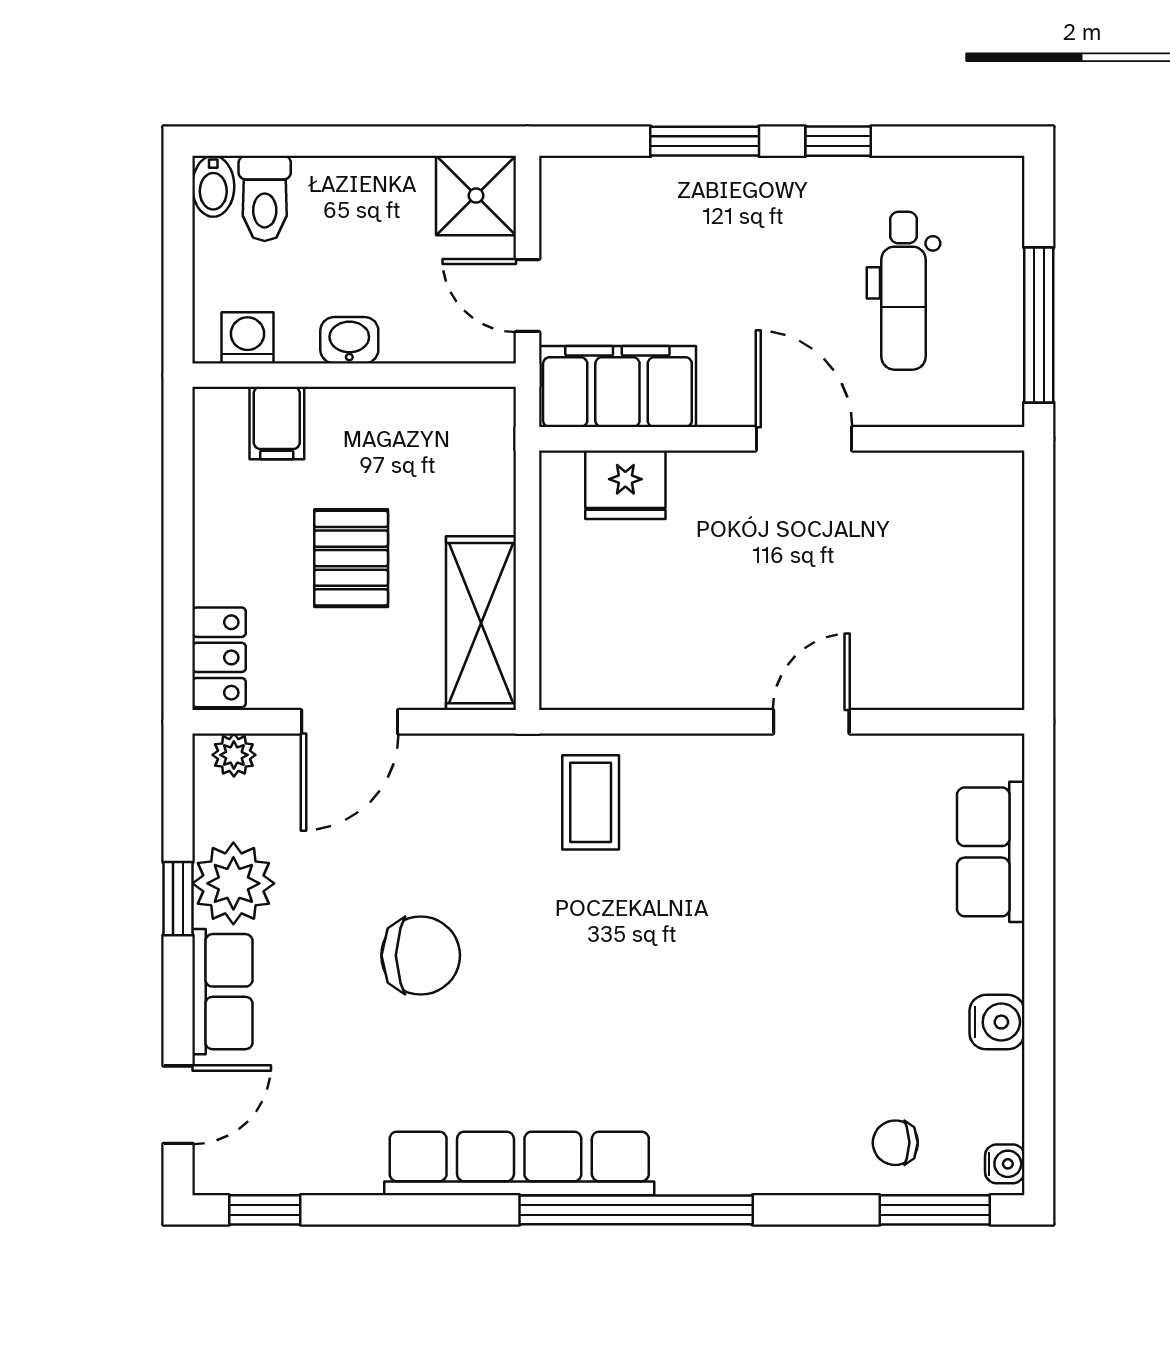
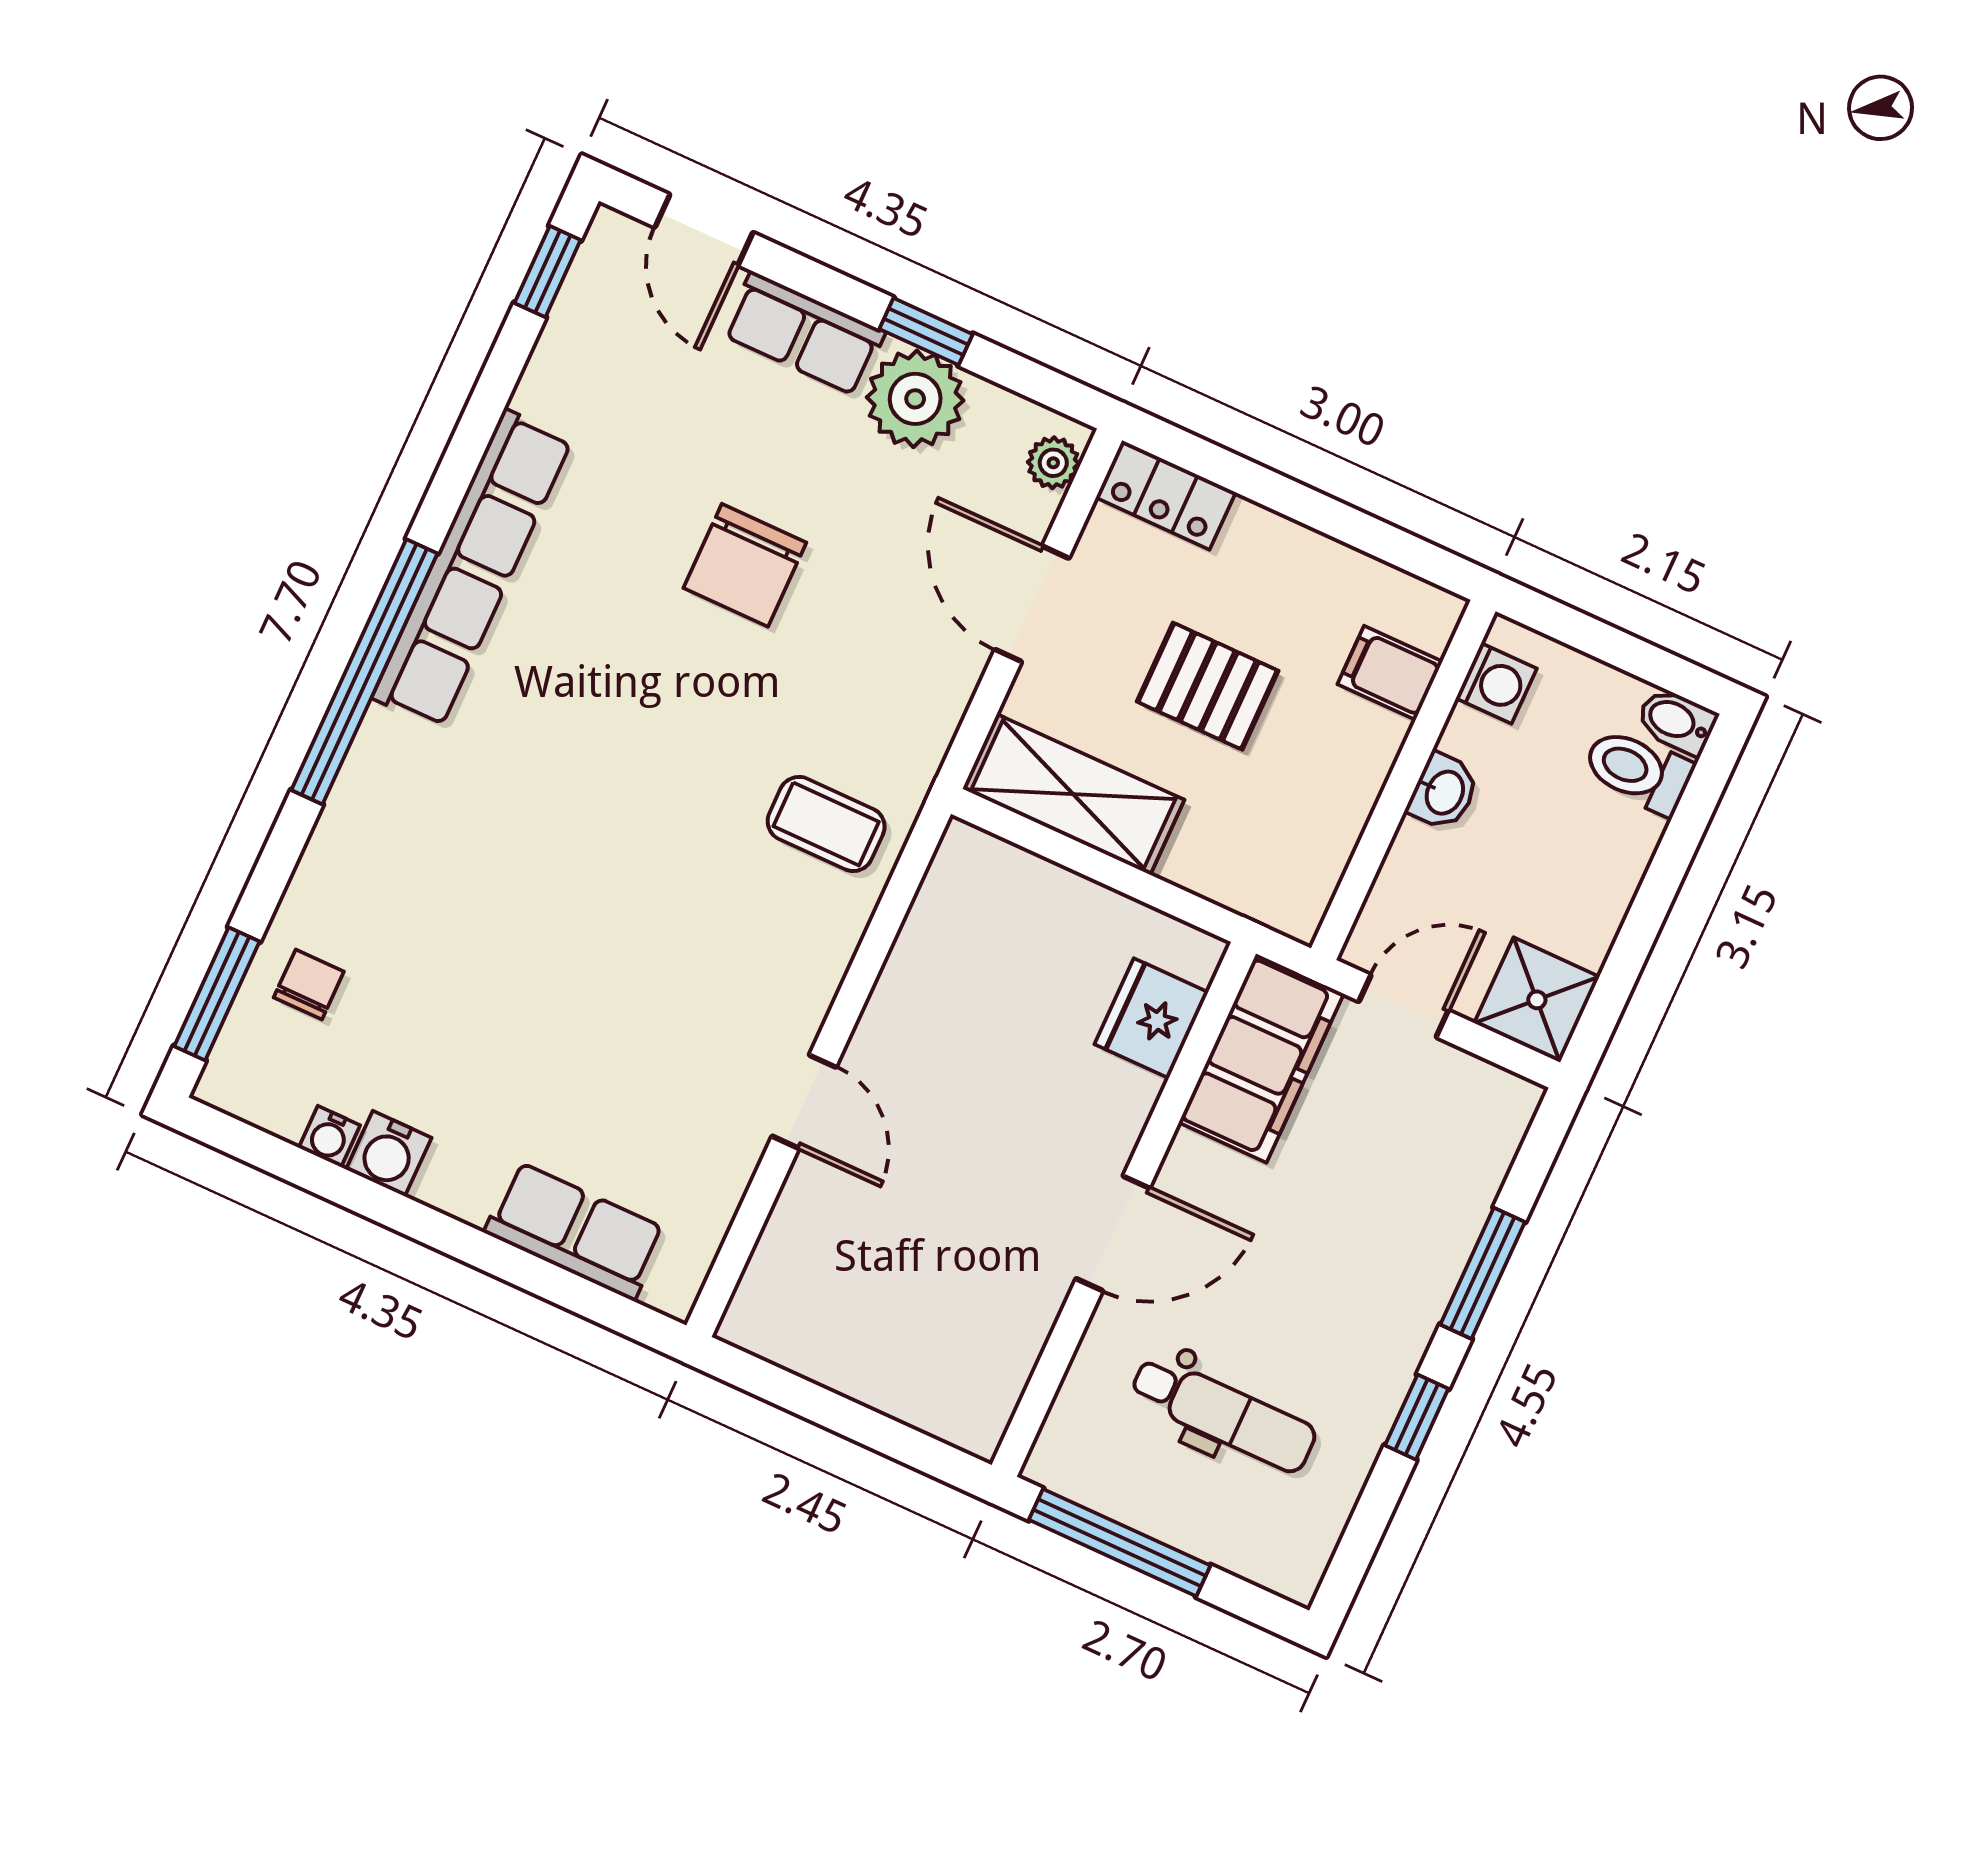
dental chair: (904, 291) -> (1223, 1414), turned 180
water cooler: (1005, 1164) -> (329, 1136), moved

